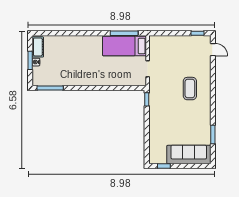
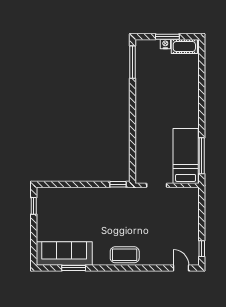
door: (213, 50) -> (181, 268), swing flipped
coffee table: (190, 89) -> (125, 255), moved
sofa: (189, 155) -> (64, 254), moved, turned -90

